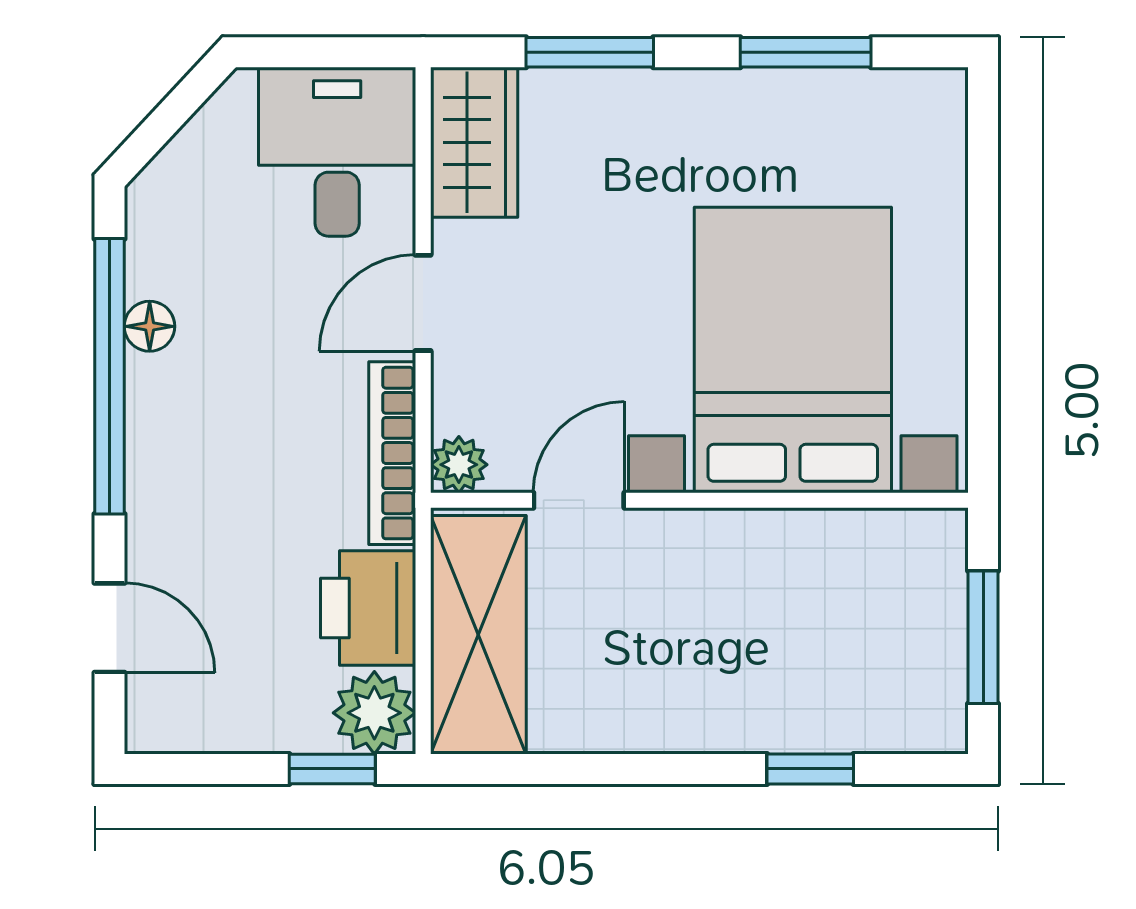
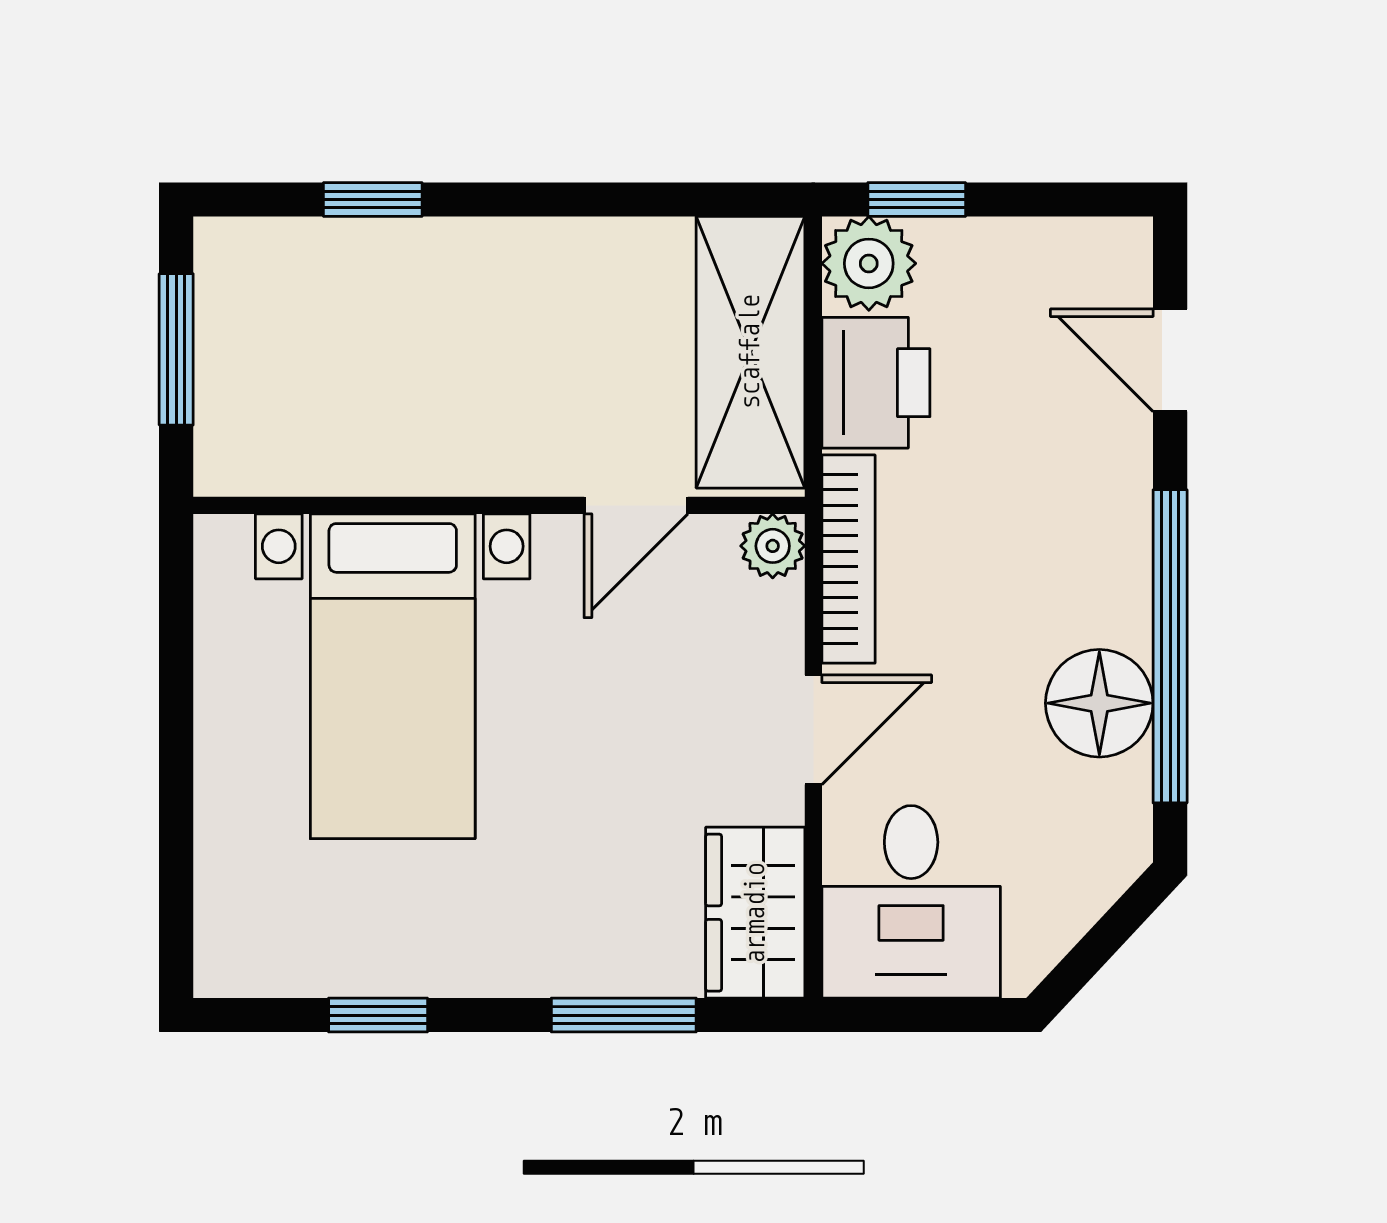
window: (806, 52) -> (378, 1015), width x0.67
floor lamp: (150, 326) -> (1099, 703), width x1.89, depth x1.89
bed with nightstands: (793, 350) -> (393, 676), width x0.73

